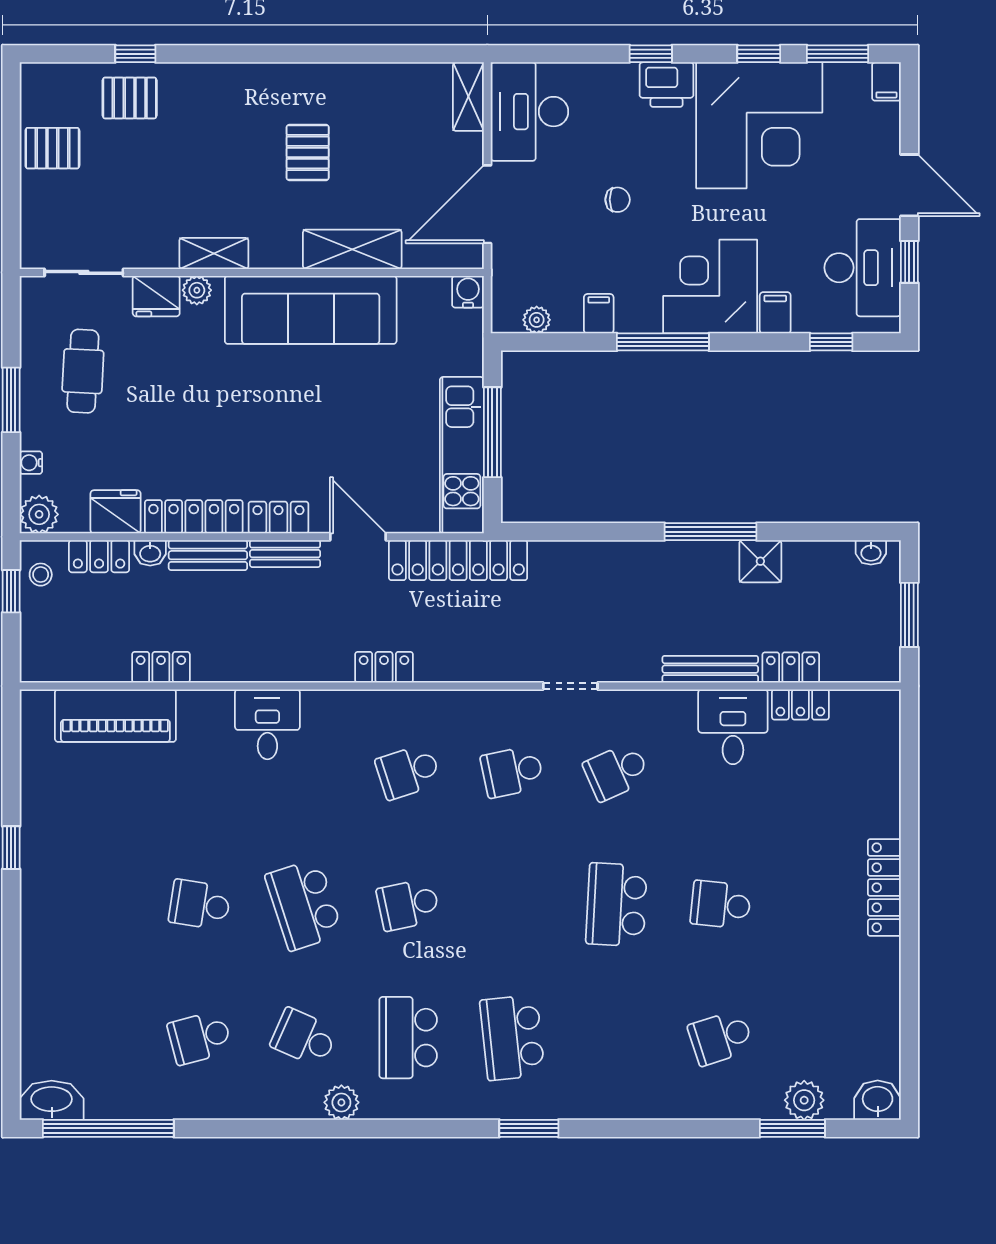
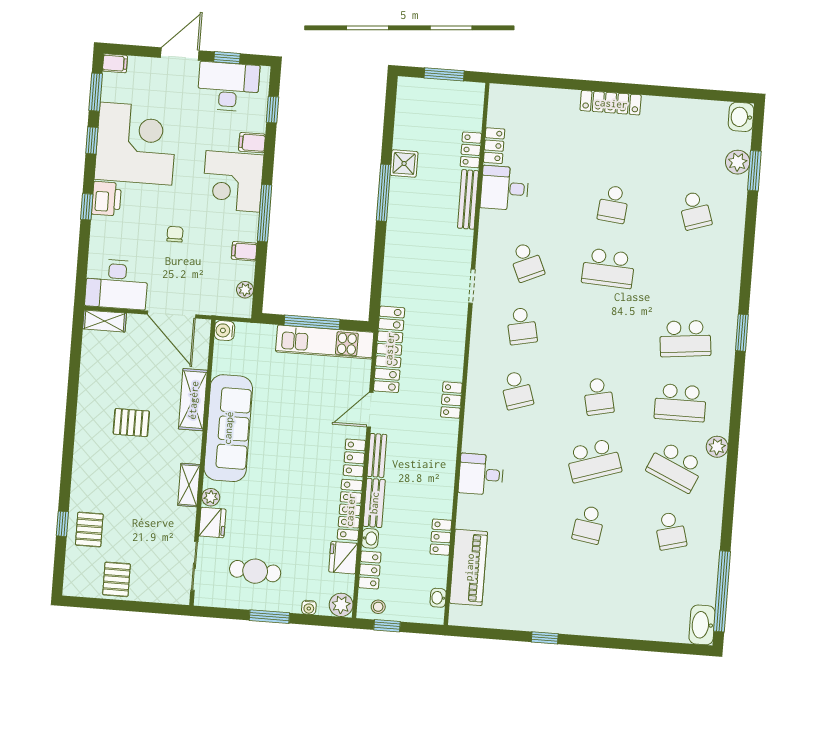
washbasin: (871, 552) -> (438, 598), moved, turned 180
school desk: (304, 1038) -> (675, 467), width x1.85

